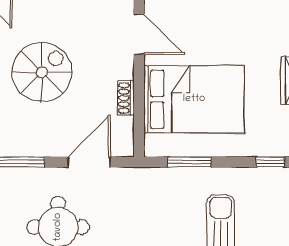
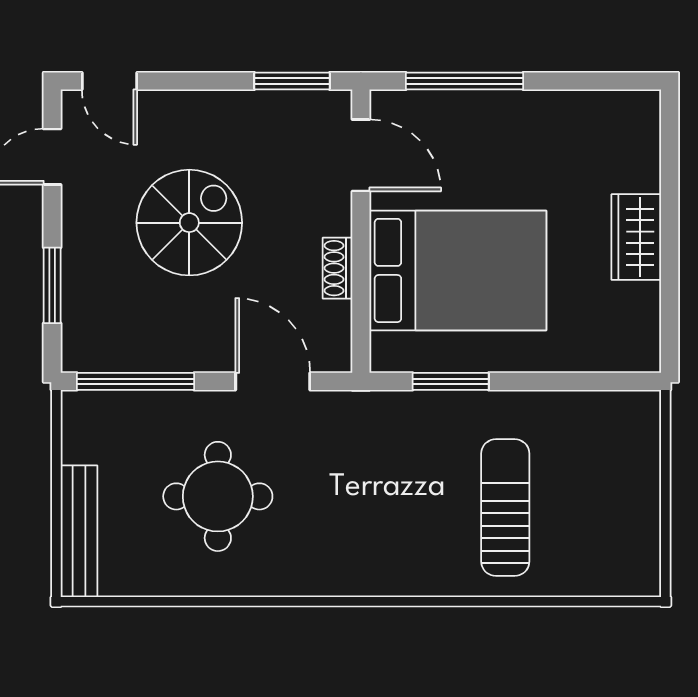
door: (89, 162) -> (273, 381), hinge flipped
window: (270, 162) -> (593, 381), removed

